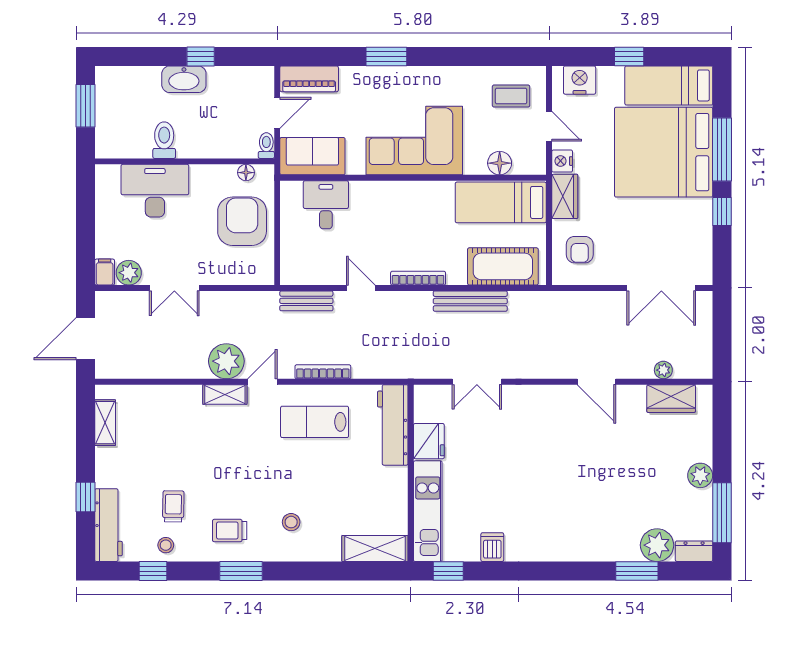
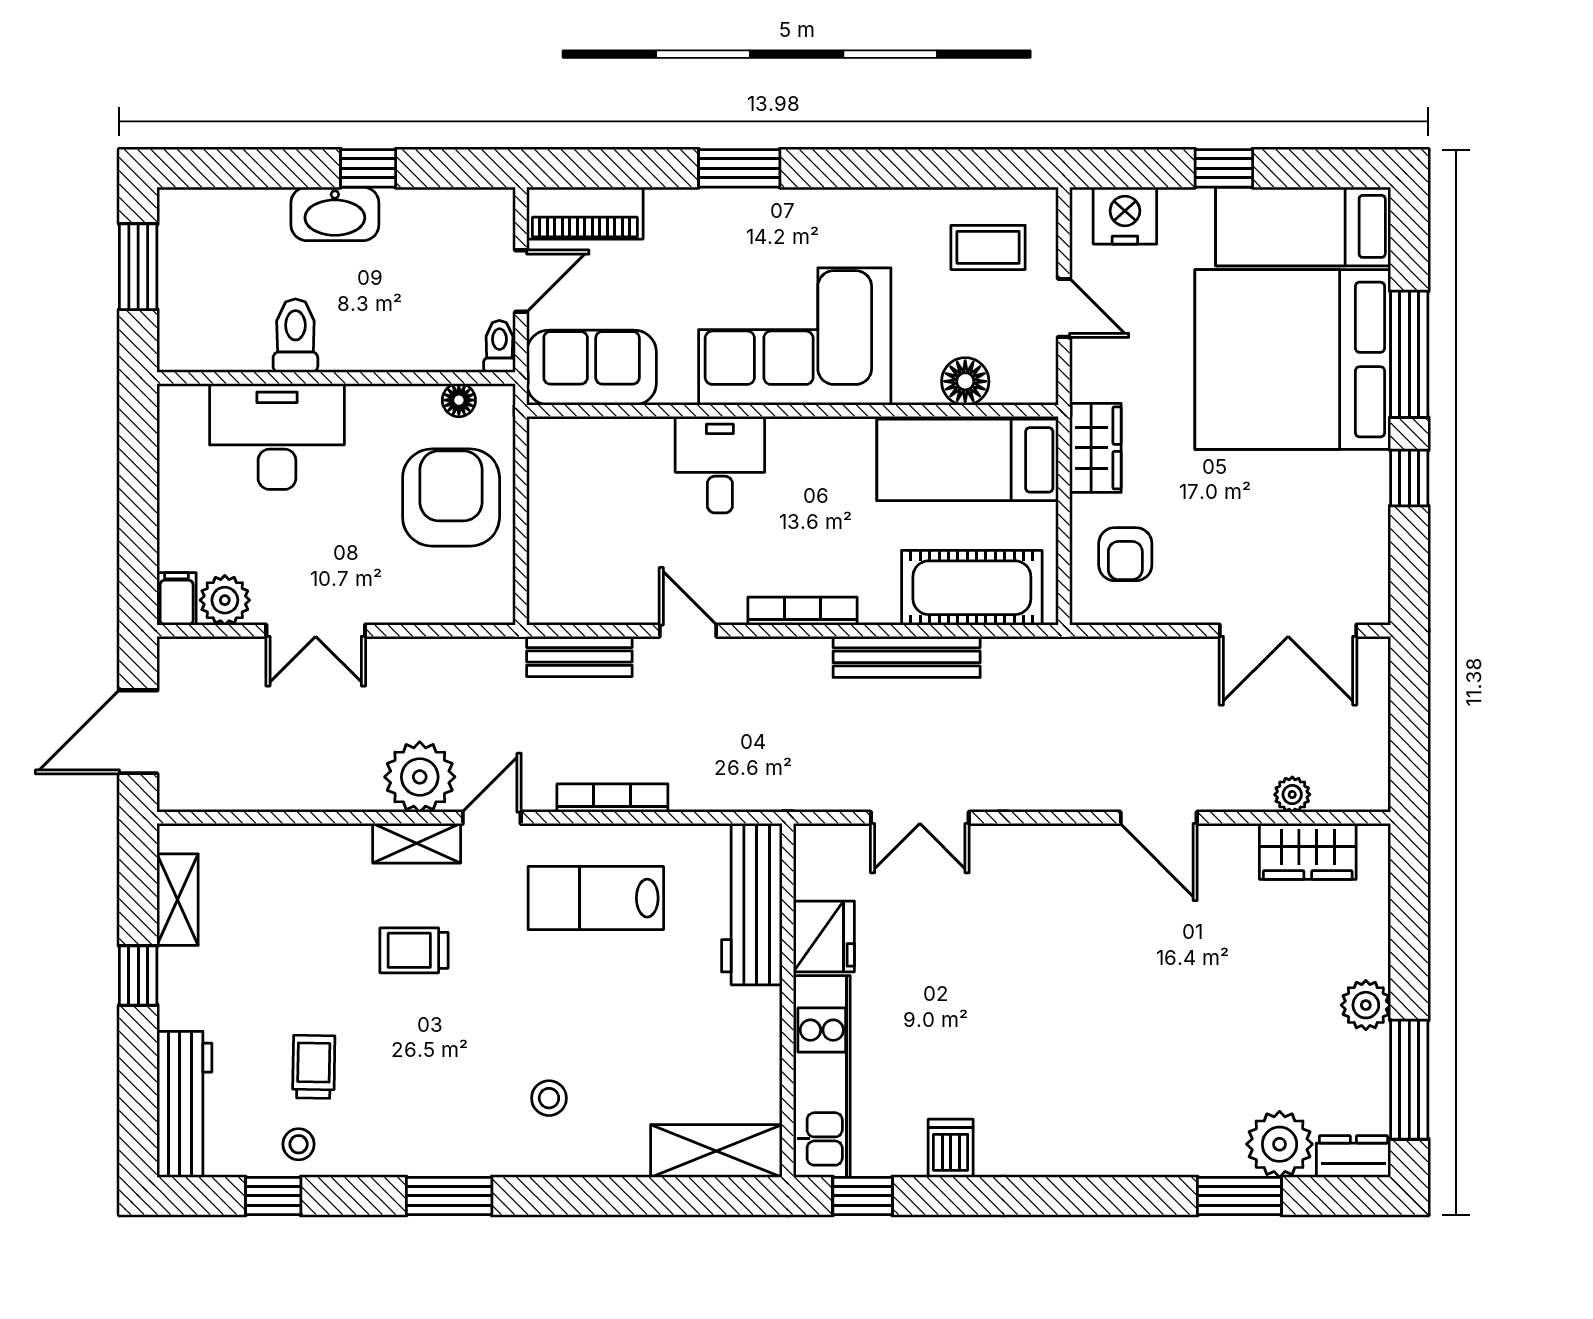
nightstand: (562, 161) -> (1090, 377), removed
desk: (326, 205) -> (720, 465), moved
window: (85, 497) -> (138, 975), moved
trolley: (230, 531) -> (414, 950), moved

